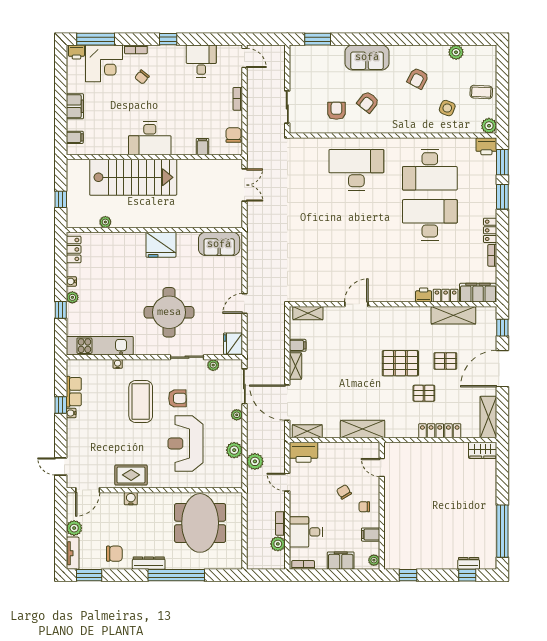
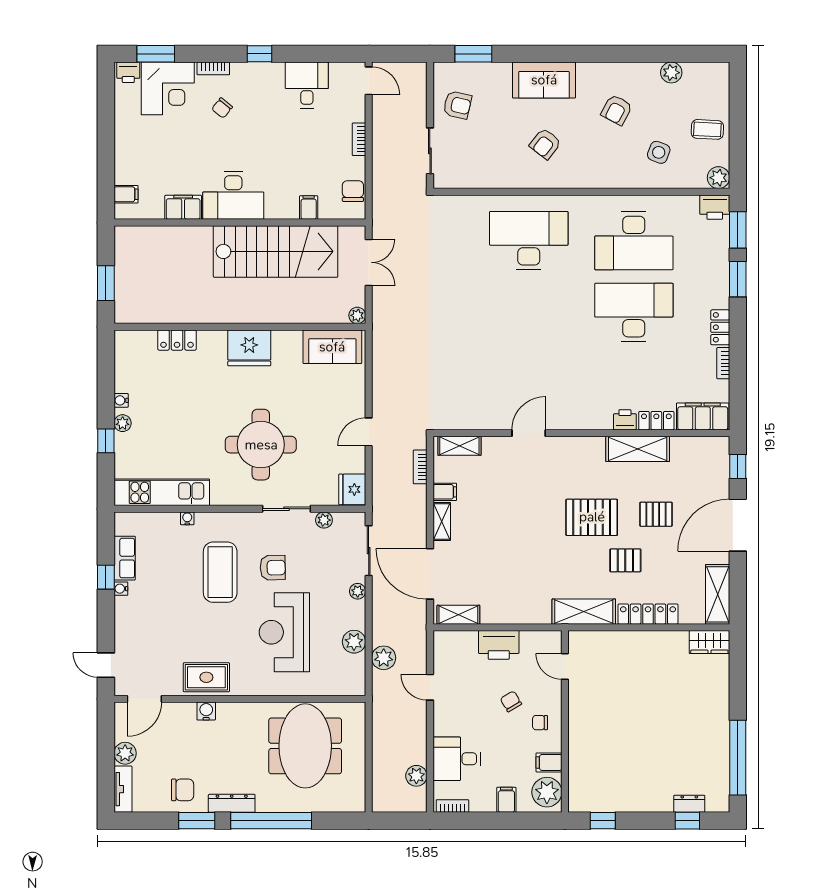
window: (96, 39) -> (156, 54), width x0.69
filing cabinet: (75, 106) -> (183, 207), moved, turned -90
armchair: (336, 111) -> (457, 105), moved, turned 103
stairs: (133, 177) -> (276, 251), moved
window: (61, 199) -> (106, 283), width x1.50
plant: (105, 222) -> (357, 315), moved
locker: (74, 249) -> (177, 340), moved, turned 90
shelving: (453, 315) -> (638, 449), moved
shelving: (363, 429) -> (584, 612), moved
printer: (304, 452) -> (499, 645), moved
bookcase: (280, 523) -> (420, 467), moved
plant: (374, 560) -> (547, 792), width x1.88, depth x1.88
filing cabinet: (341, 561) -> (506, 800), width x0.50
window: (89, 575) -> (197, 821), moved

